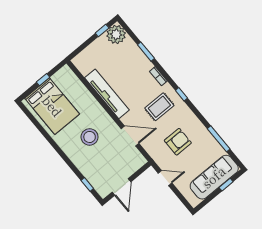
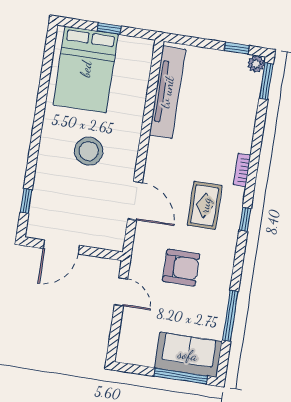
plant: (116, 34) -> (256, 64), width x0.53, depth x0.53
window: (146, 52) -> (266, 81), moved
tv unit: (107, 94) -> (167, 92), moved
rug: (159, 107) -> (205, 205), turned 90
sofa: (214, 177) -> (188, 355), width x0.73
window: (226, 185) -> (181, 376), width x2.17

